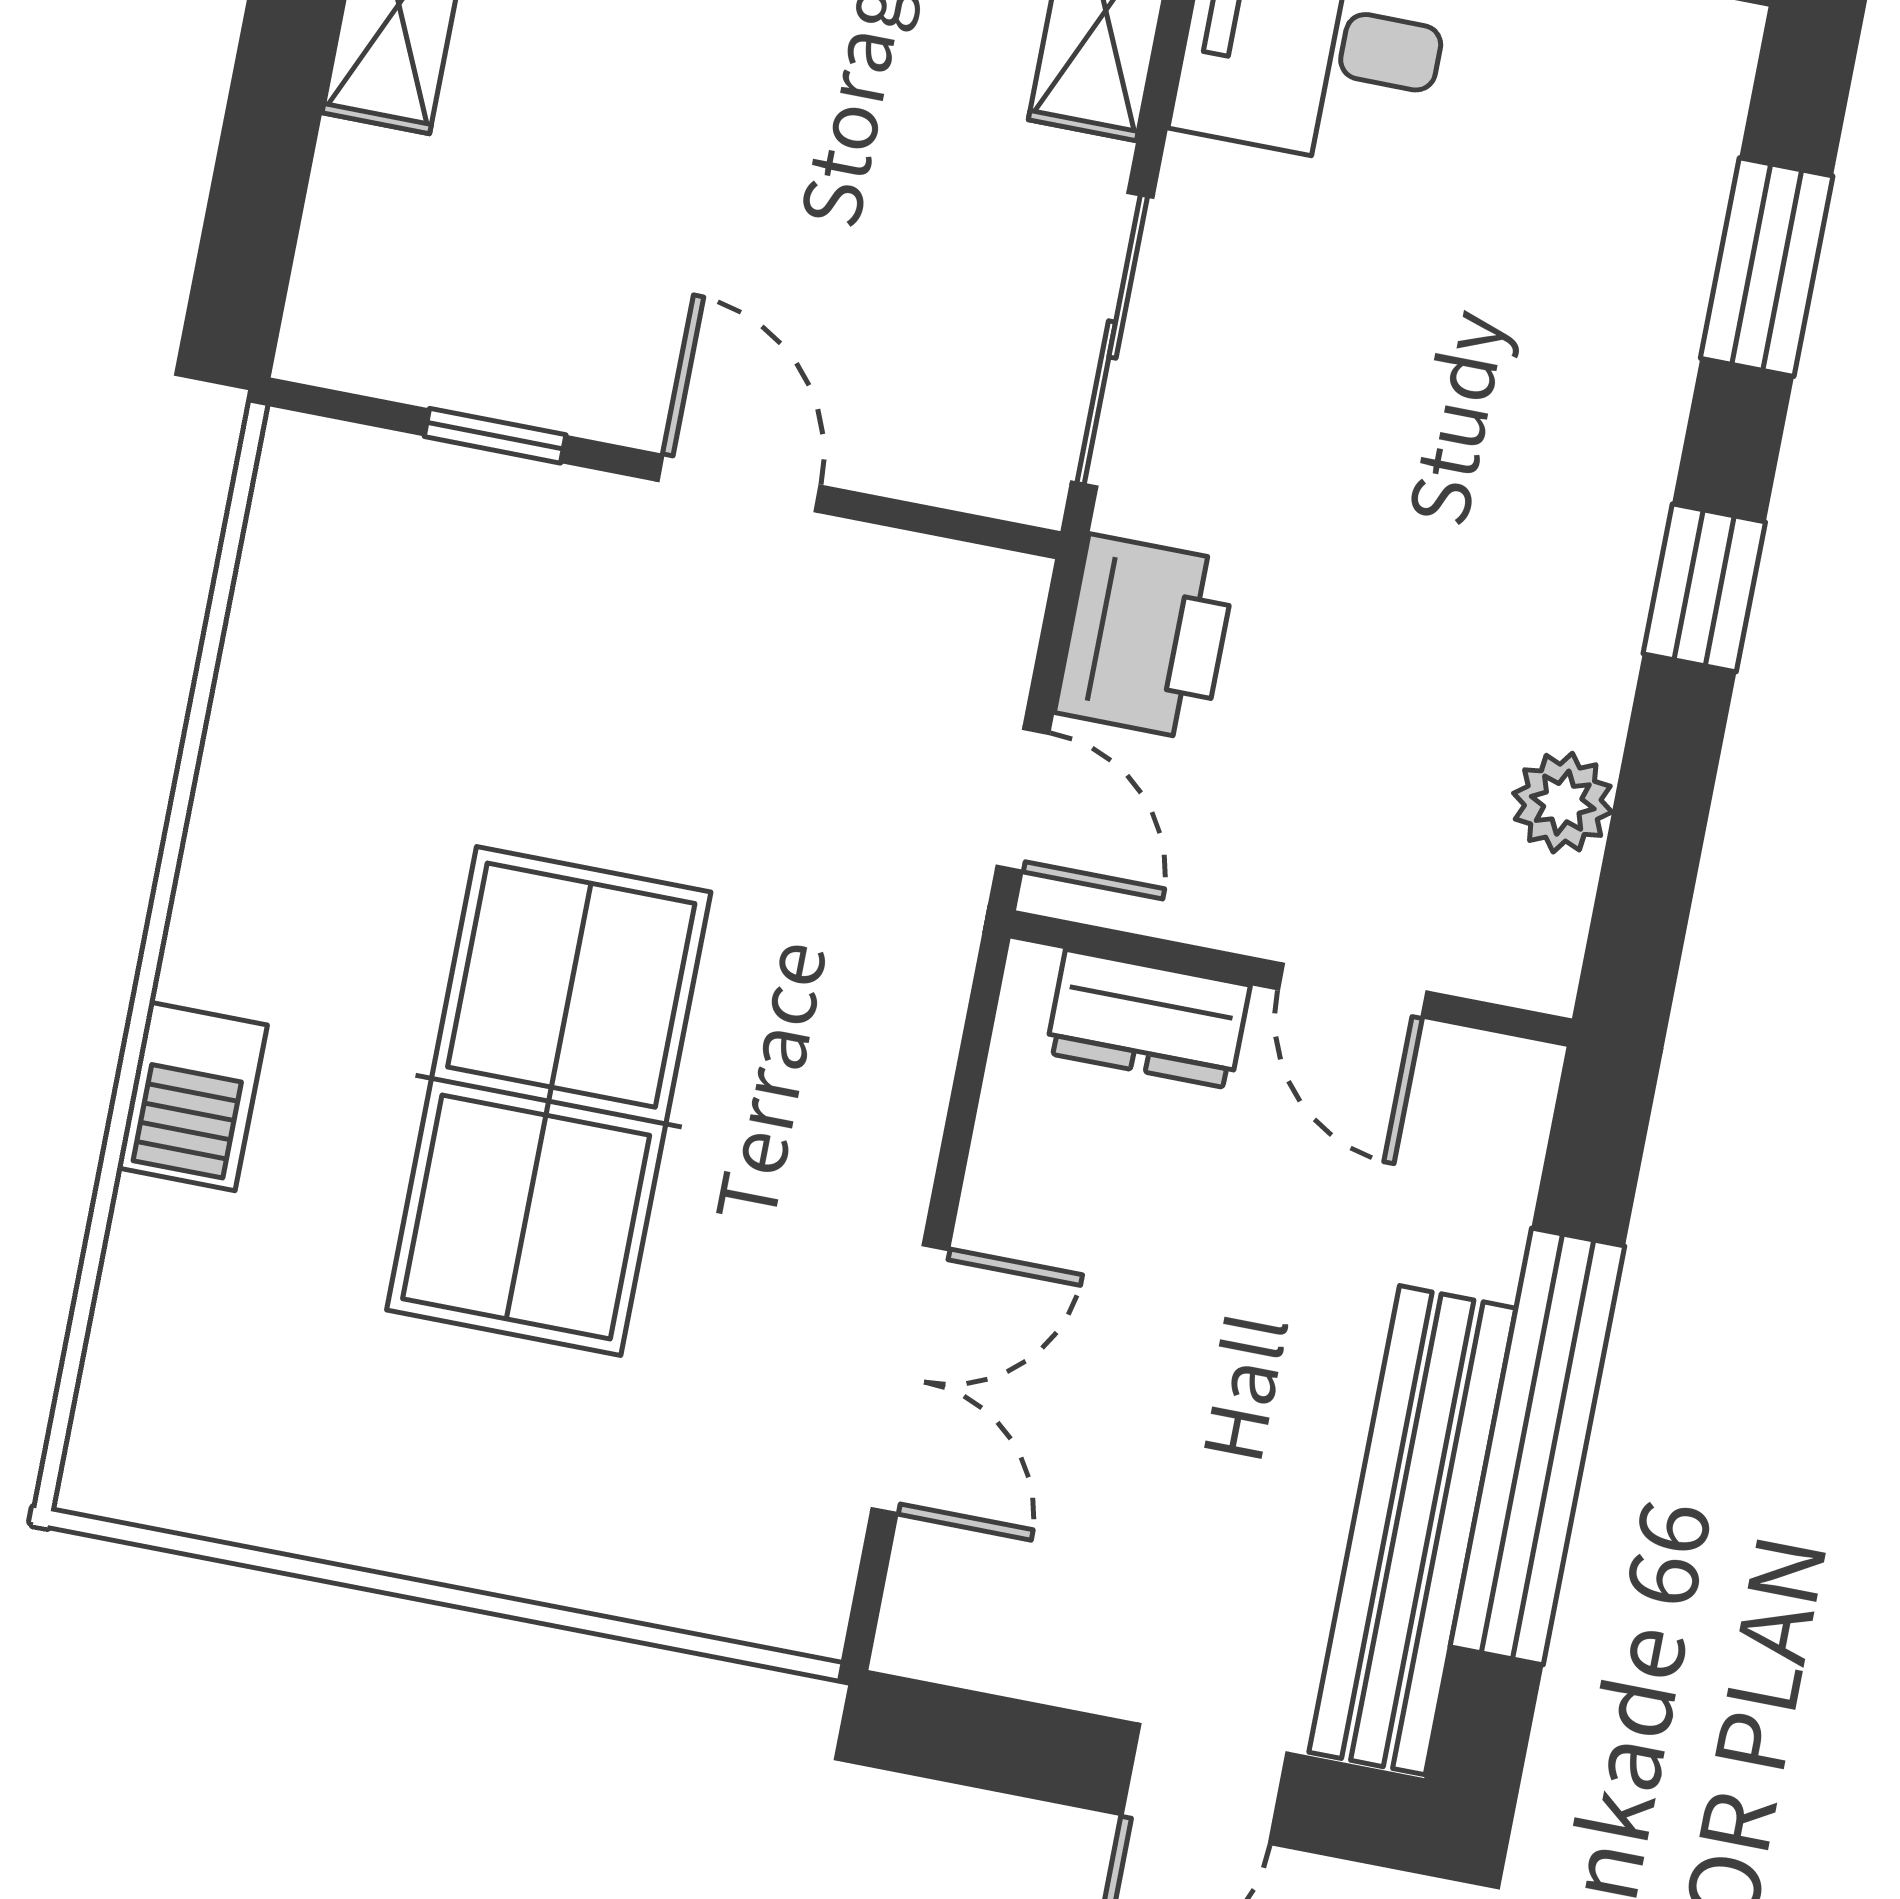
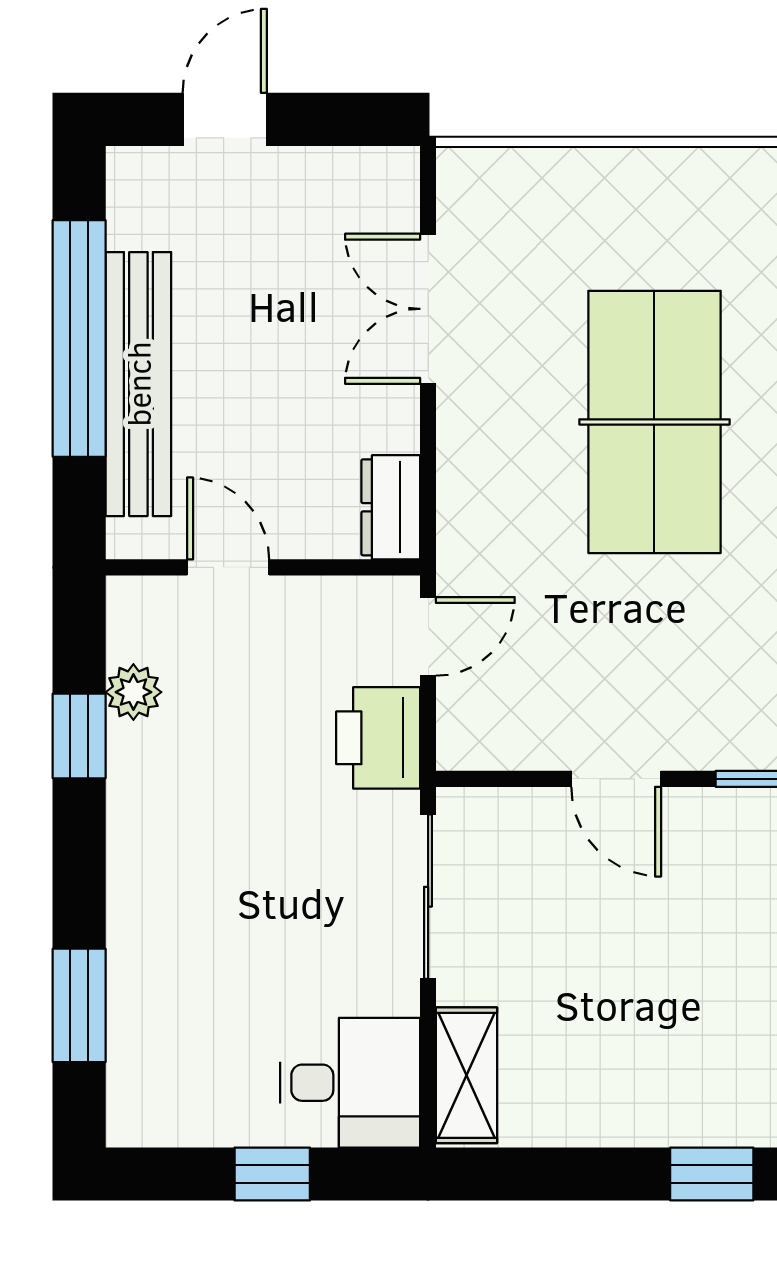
window: (1704, 588) -> (79, 736), moved
door: (1023, 800) -> (428, 636), swing flipped
dresser: (1148, 1019) -> (391, 507), moved, turned -90
bench: (1412, 1530) -> (138, 384), moved

